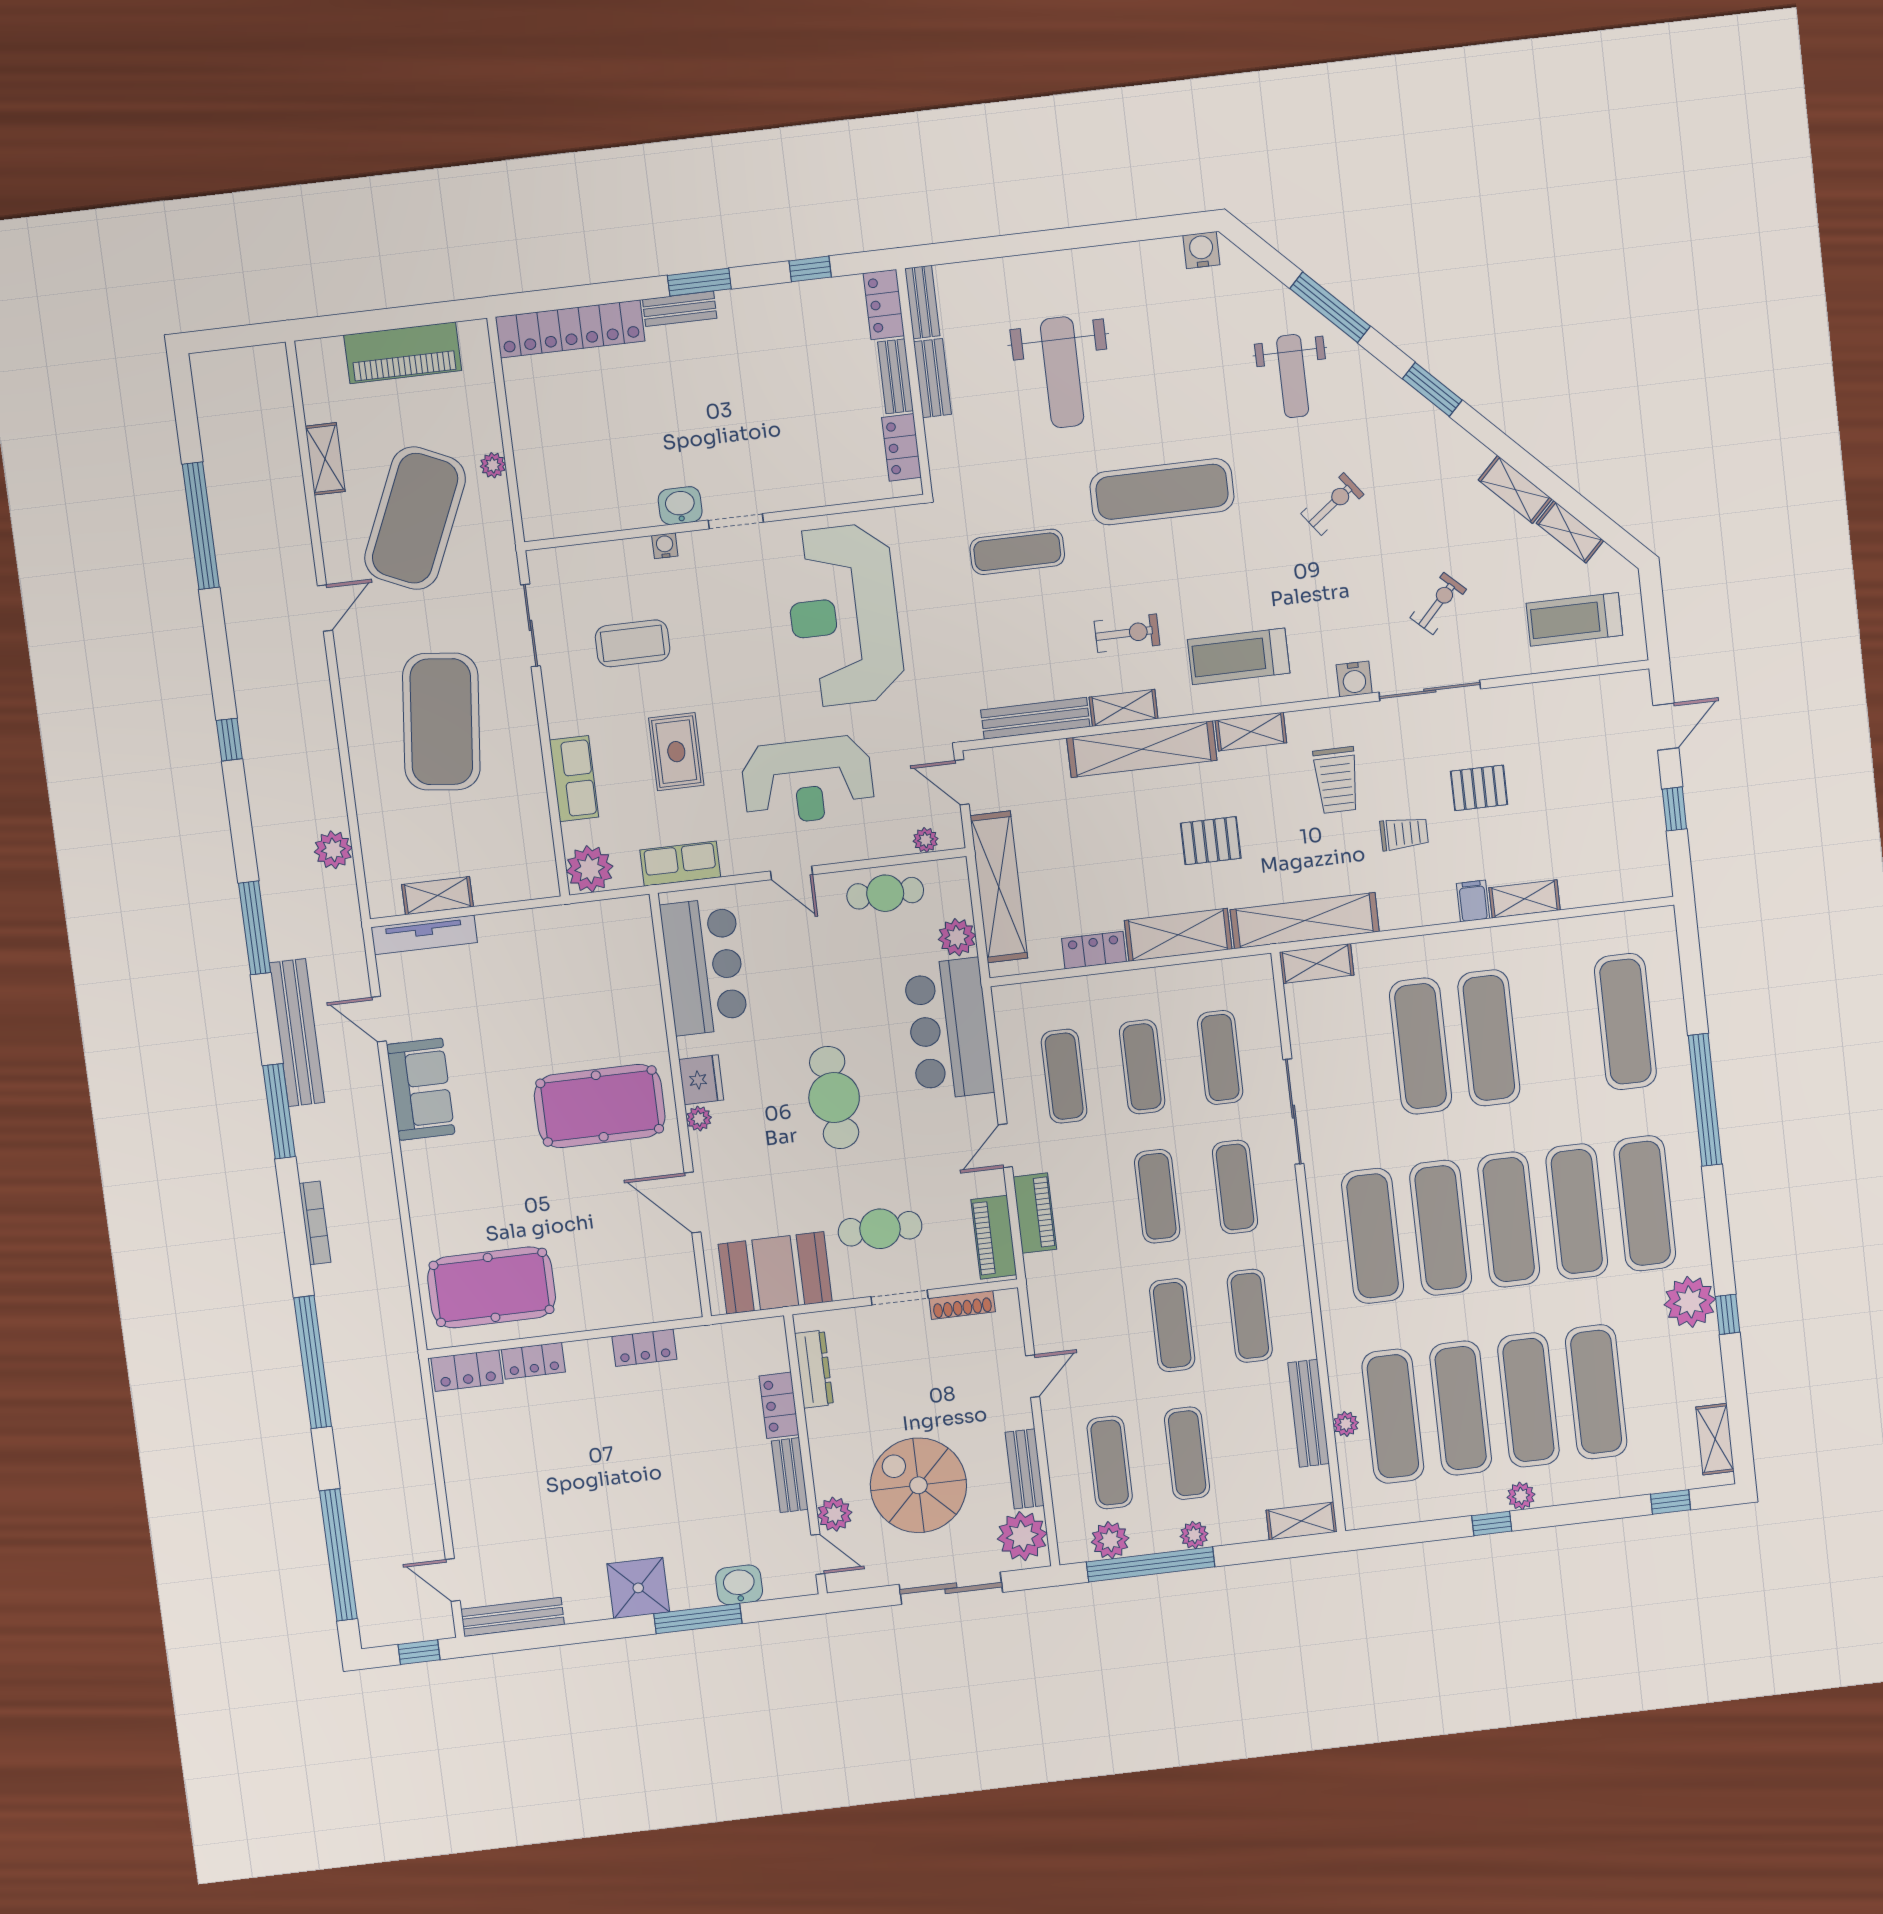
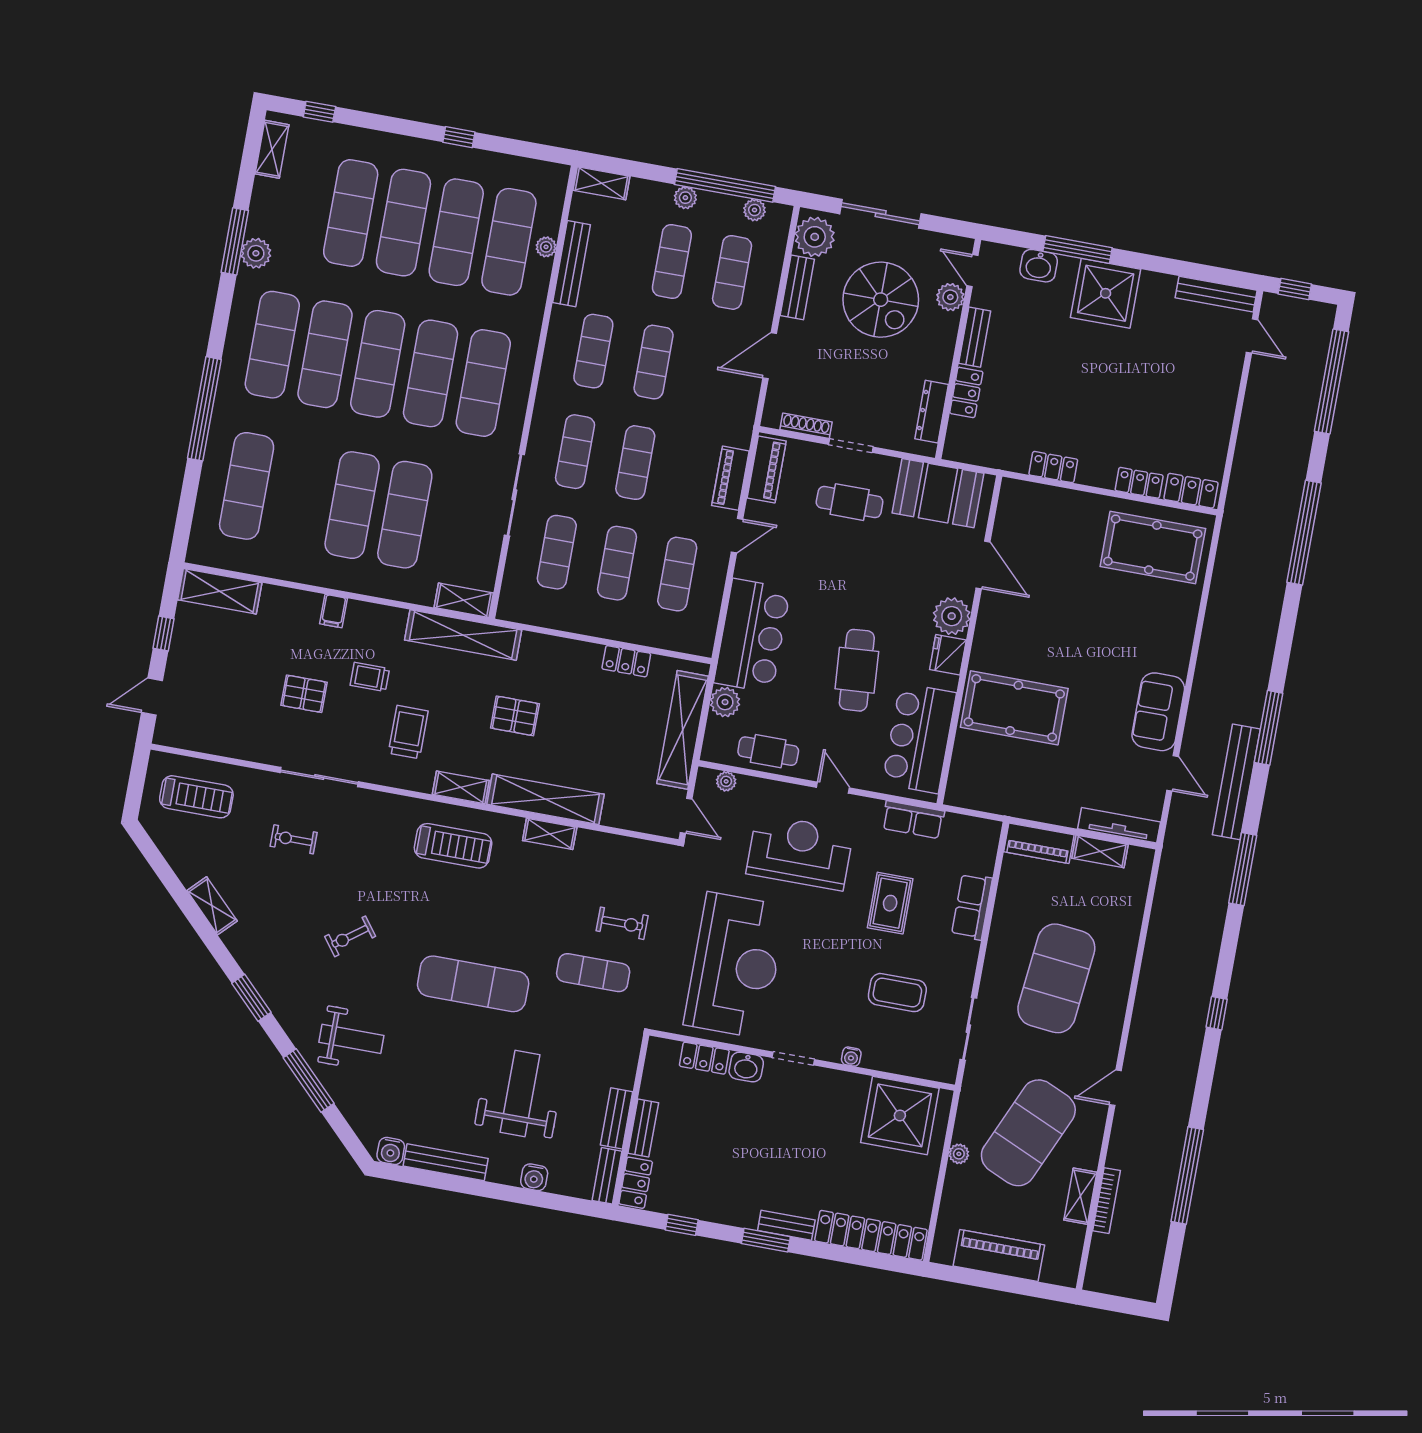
weight bench: (1293, 376) -> (351, 1039), turned 90
locker: (902, 447) -> (704, 1058), moved, turned 90
shower: (581, 491) -> (900, 1115), added
washbasin: (680, 506) -> (746, 1067), moved
shelving: (1570, 532) -> (181, 862), removed
exercise bike: (1438, 603) -> (294, 839), turned 47
exercise bike: (1127, 633) -> (622, 923), moved, turned 180
water cooler: (1354, 679) -> (534, 1177), moved, turned 180
bench: (1035, 718) -> (446, 1162), moved
plant: (333, 850) -> (1166, 909), removed
plant: (590, 869) -> (981, 836), removed
piano: (516, 882) -> (1039, 843), added
shelving: (1525, 899) -> (220, 591), moved, width x1.50, depth x1.33
shelving: (1178, 935) -> (560, 653), removed
cafe table: (834, 1097) -> (857, 670), moved
pool table: (600, 1106) -> (1014, 708), moved
plant: (699, 1119) -> (952, 616), width x1.88, depth x1.88
bookcase: (315, 1223) -> (1106, 1201), moved, turned 180
plant: (1690, 1302) -> (256, 253), width x0.73, depth x0.73
window: (1728, 1314) -> (235, 241), width x2.17
door: (1033, 1376) -> (770, 356), width x1.38
plant: (1521, 1496) -> (431, 151), removed
plant: (1110, 1540) -> (755, 210), width x0.73, depth x0.73
shower: (638, 1588) -> (1106, 293), width x1.37, depth x1.37

